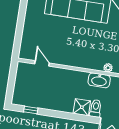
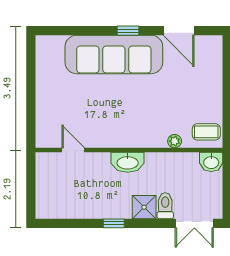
washbasin: (99, 80) -> (128, 162), moved
window: (31, 110) -> (114, 223), moved

